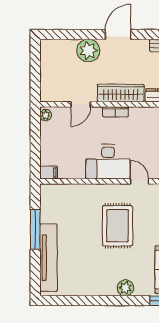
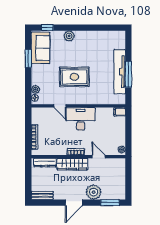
window: (63, 34) -> (110, 203), added
door: (81, 104) -> (99, 157), hinge flipped
rug: (117, 226) -> (74, 77), turned 90
tv unit: (48, 258) -> (120, 72), moved

